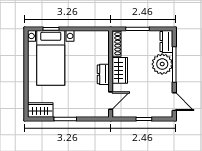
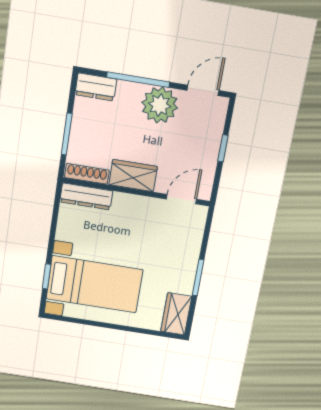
plant: (162, 64) -> (160, 105), moved
dresser: (103, 74) -> (86, 196), moved, width x1.44
door: (111, 101) -> (181, 199), hinge flipped

